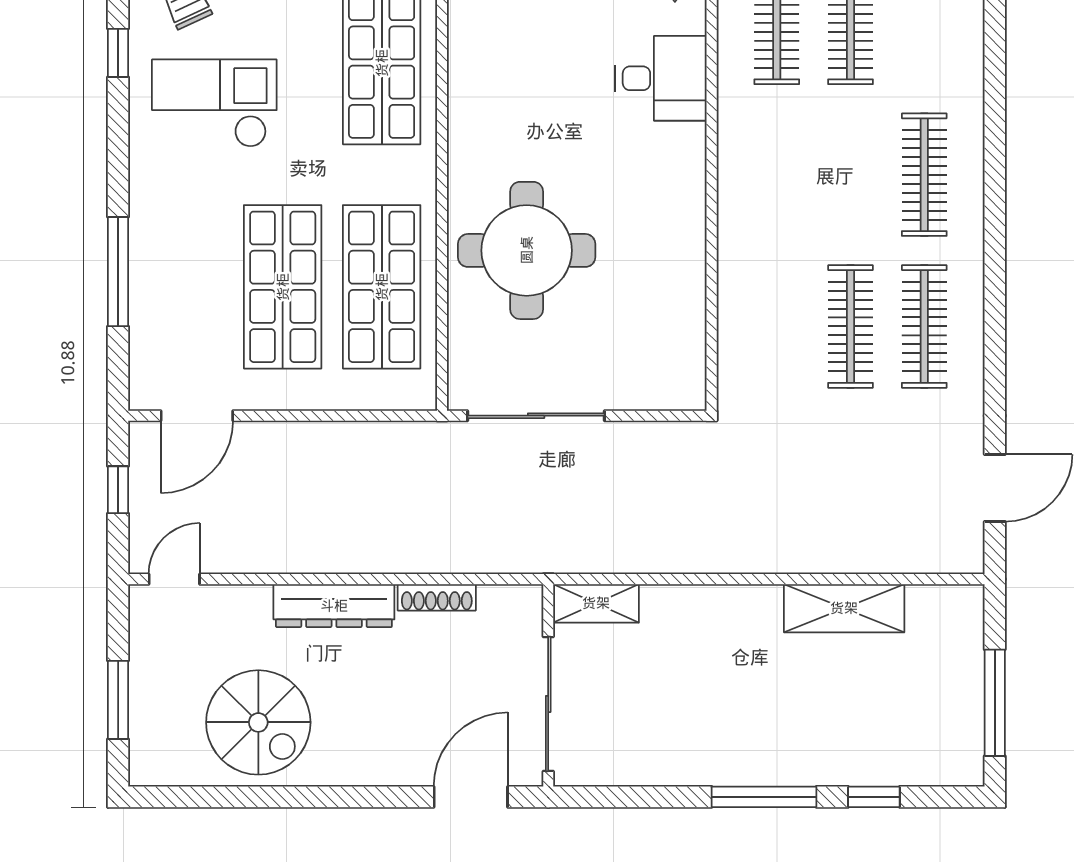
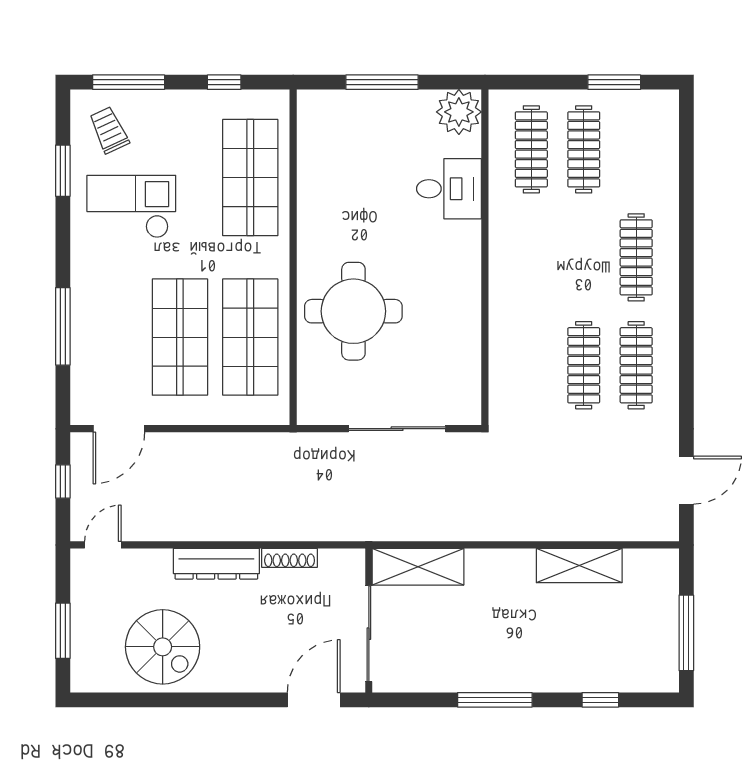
window: (118, 53) -> (63, 171), width x1.50
sliding door: (536, 416) -> (397, 429), moved
shelving: (596, 603) -> (418, 567), width x1.50, depth x1.33
window: (764, 797) -> (495, 700), moved

